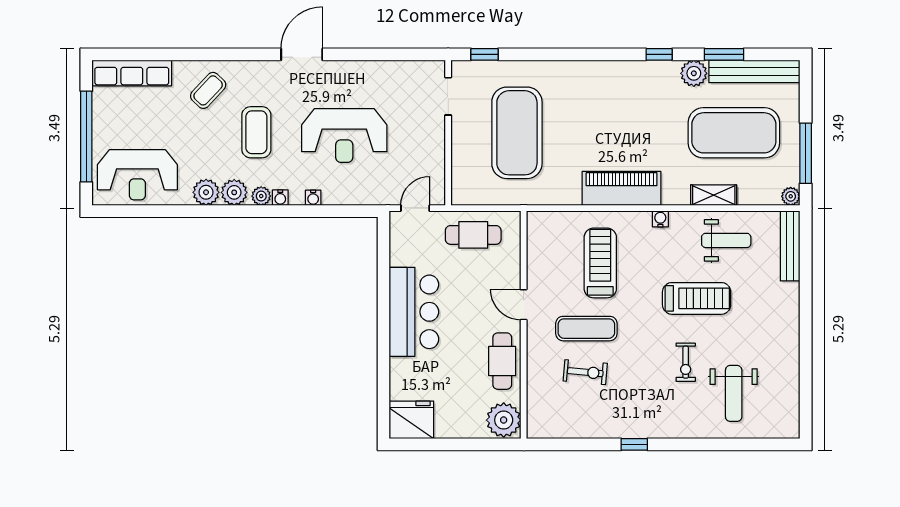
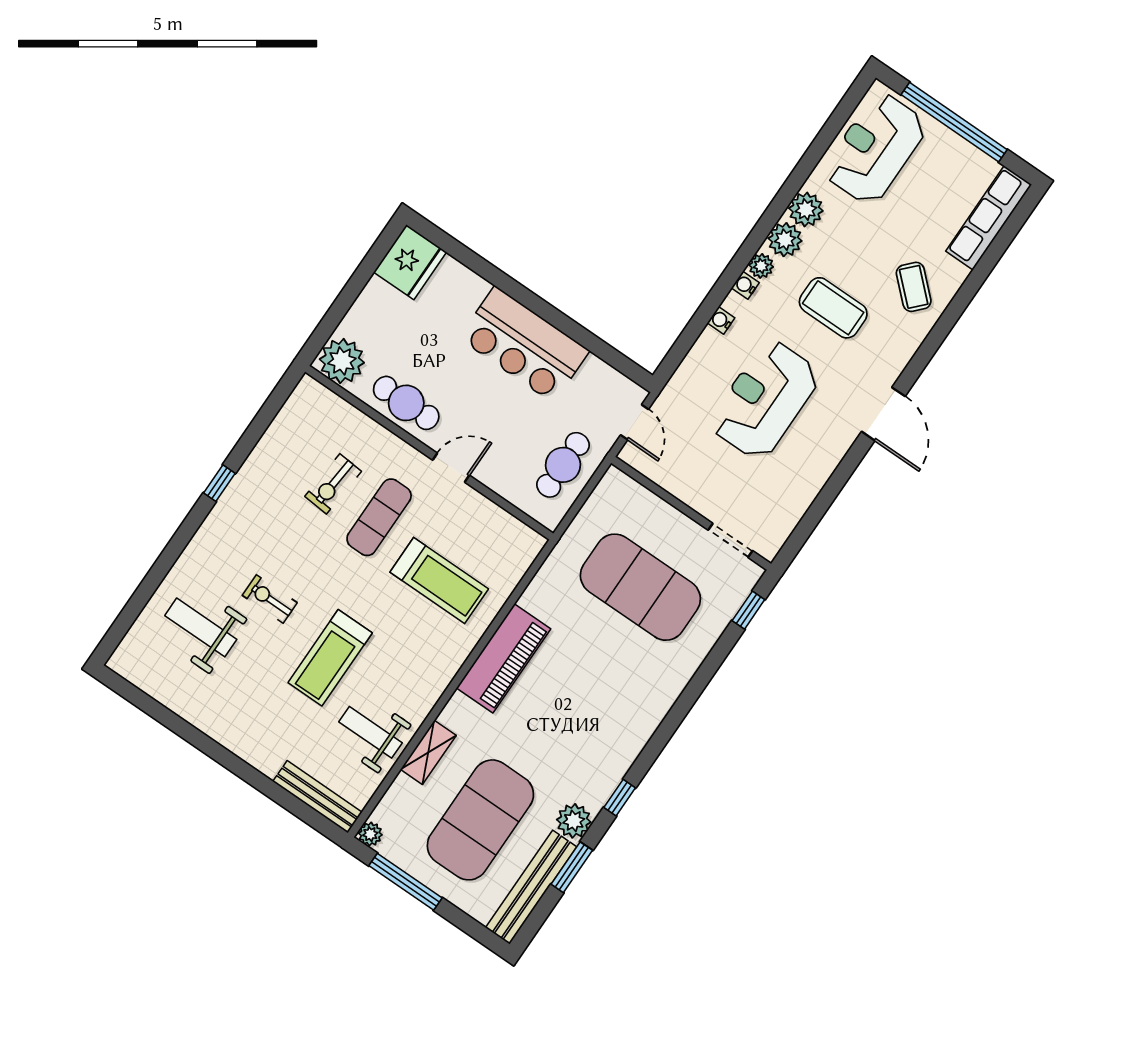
water cooler: (660, 219) -> (442, 677), removed
weight bench: (726, 240) -> (370, 732), turned 90

